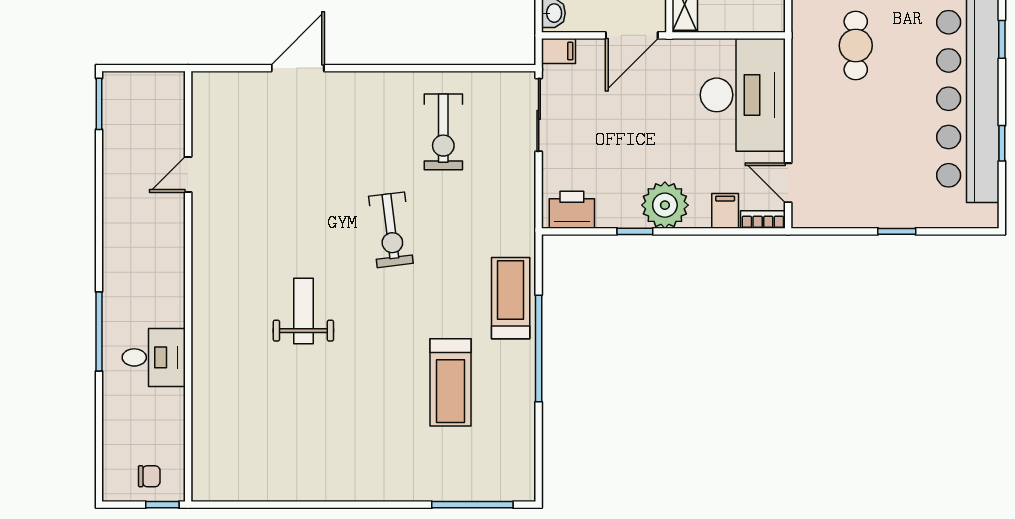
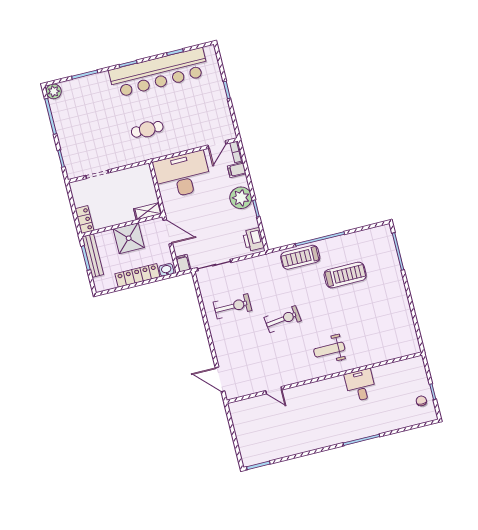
door: (188, 175) -> (274, 390), moved
wall: (188, 286) -> (324, 378), moved
desk: (154, 357) -> (360, 385), moved

